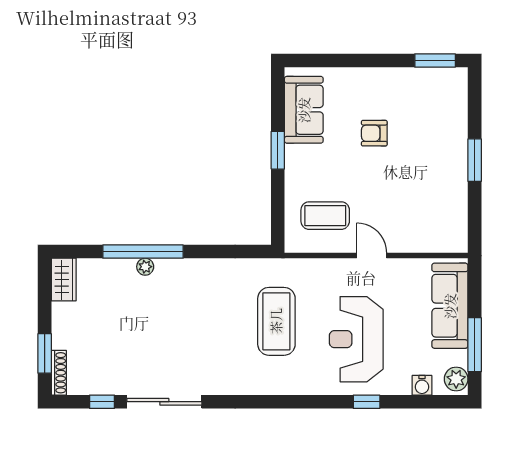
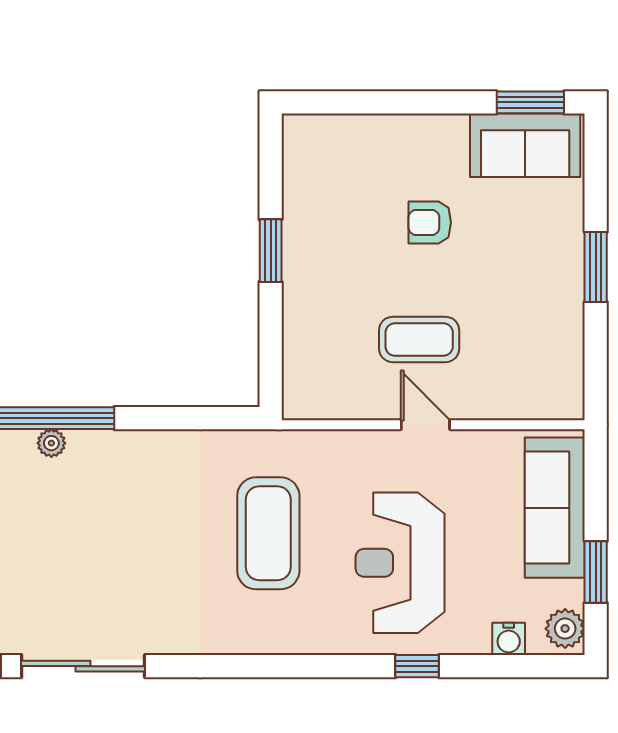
sofa: (304, 110) -> (525, 145), moved, turned 90
coffee table: (325, 216) -> (419, 339), moved
window: (475, 345) -> (596, 572), width x0.69

